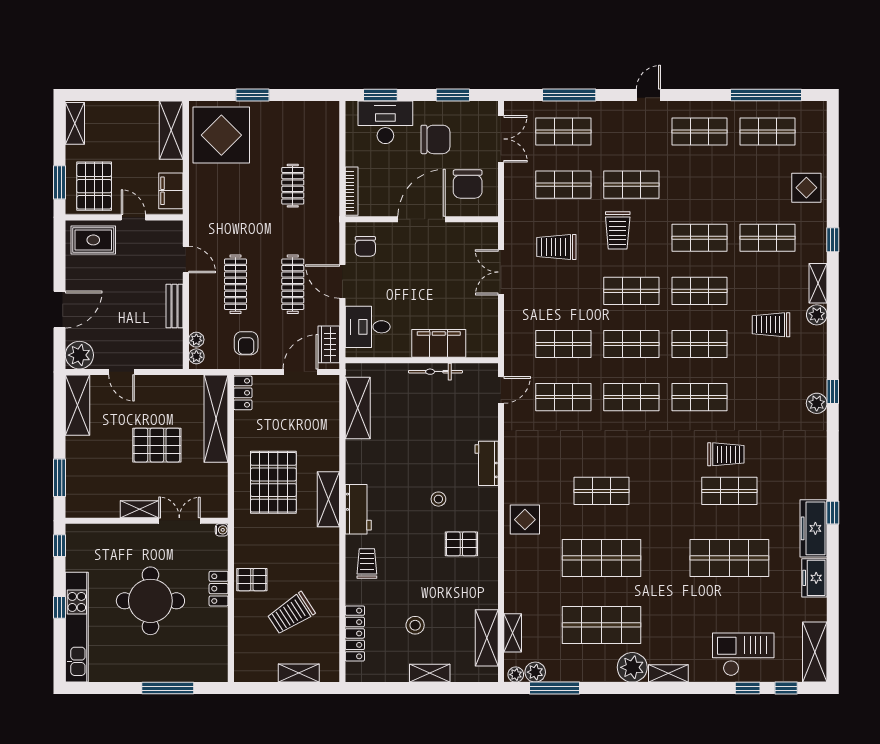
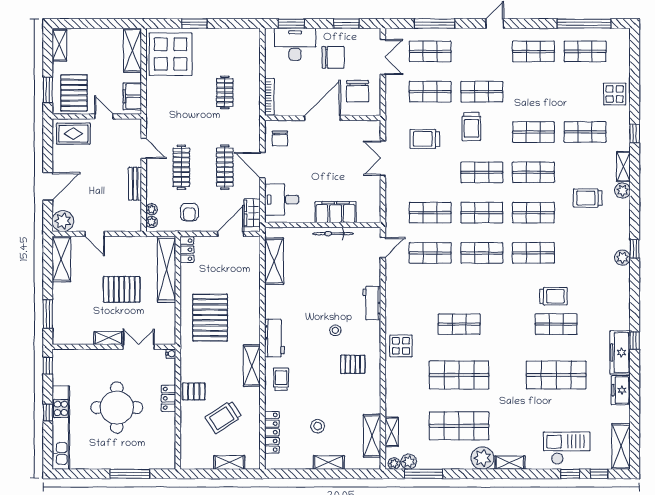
shelving: (328, 499) -> (252, 366), moved

